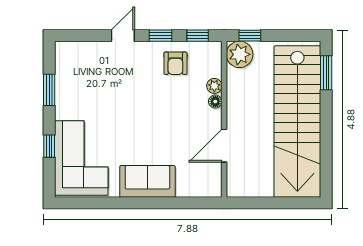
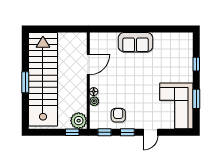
window: (326, 73) -> (25, 82), moved
corner sofa: (81, 158) -> (176, 106), moved

